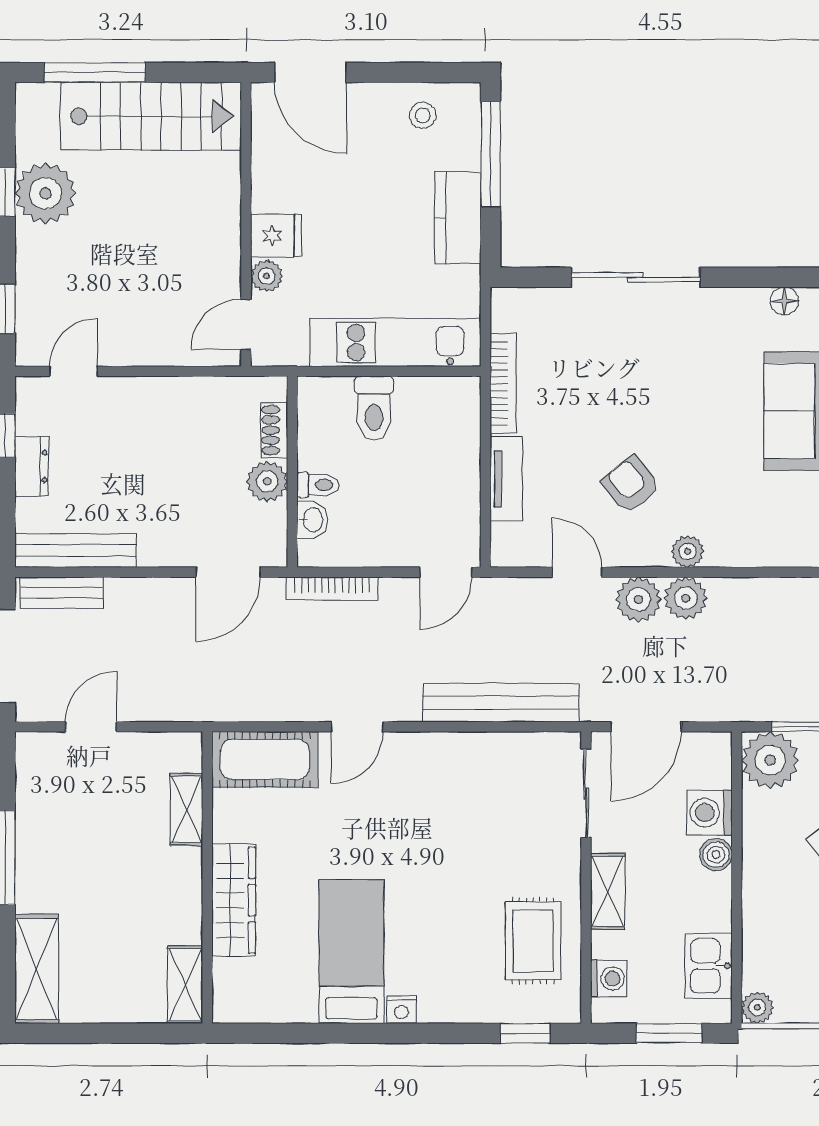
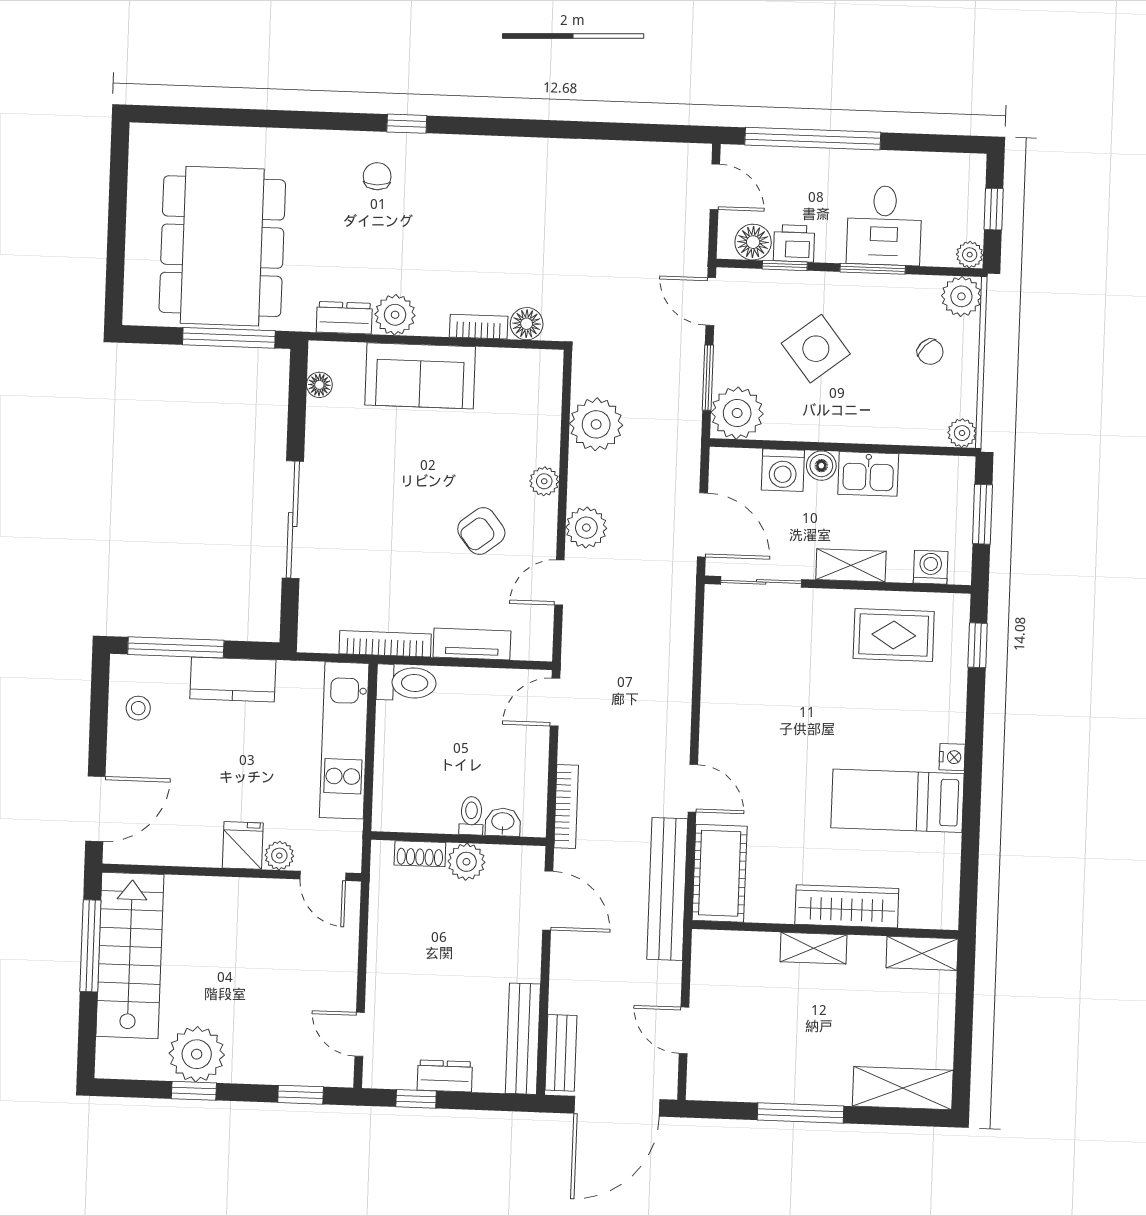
window: (95, 72) -> (90, 946), moved
toilet: (374, 408) -> (406, 683), moved
door: (446, 572) -> (555, 702), swing flipped
plant: (686, 598) -> (596, 424), moved, width x1.36, depth x1.36
bench: (501, 703) -> (667, 889), moved
shelving: (186, 809) -> (814, 948), moved
kitchen sink: (709, 966) -> (868, 474), moved

